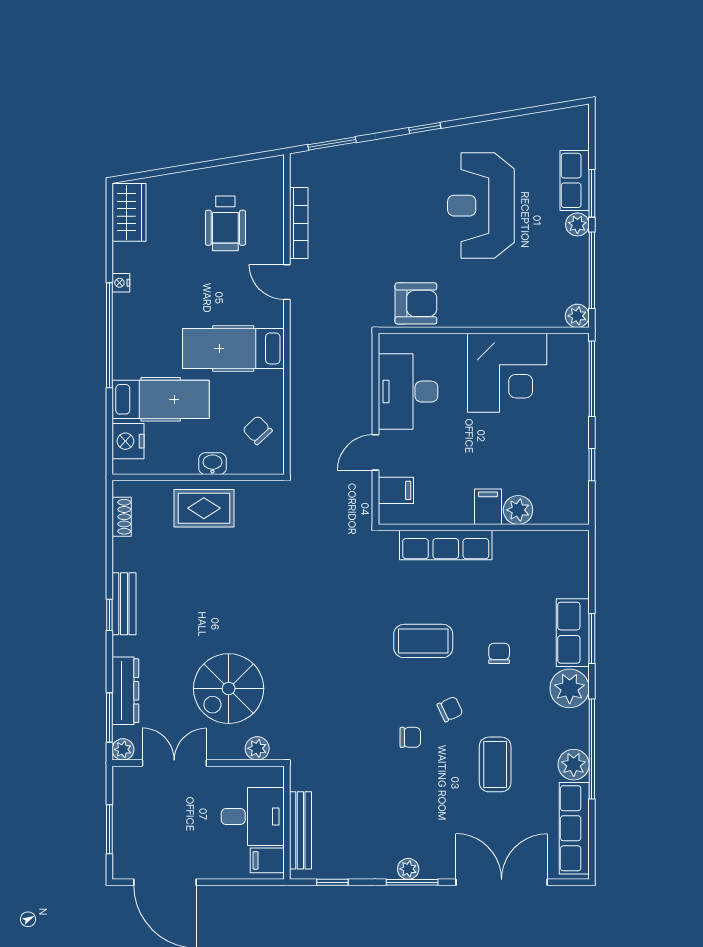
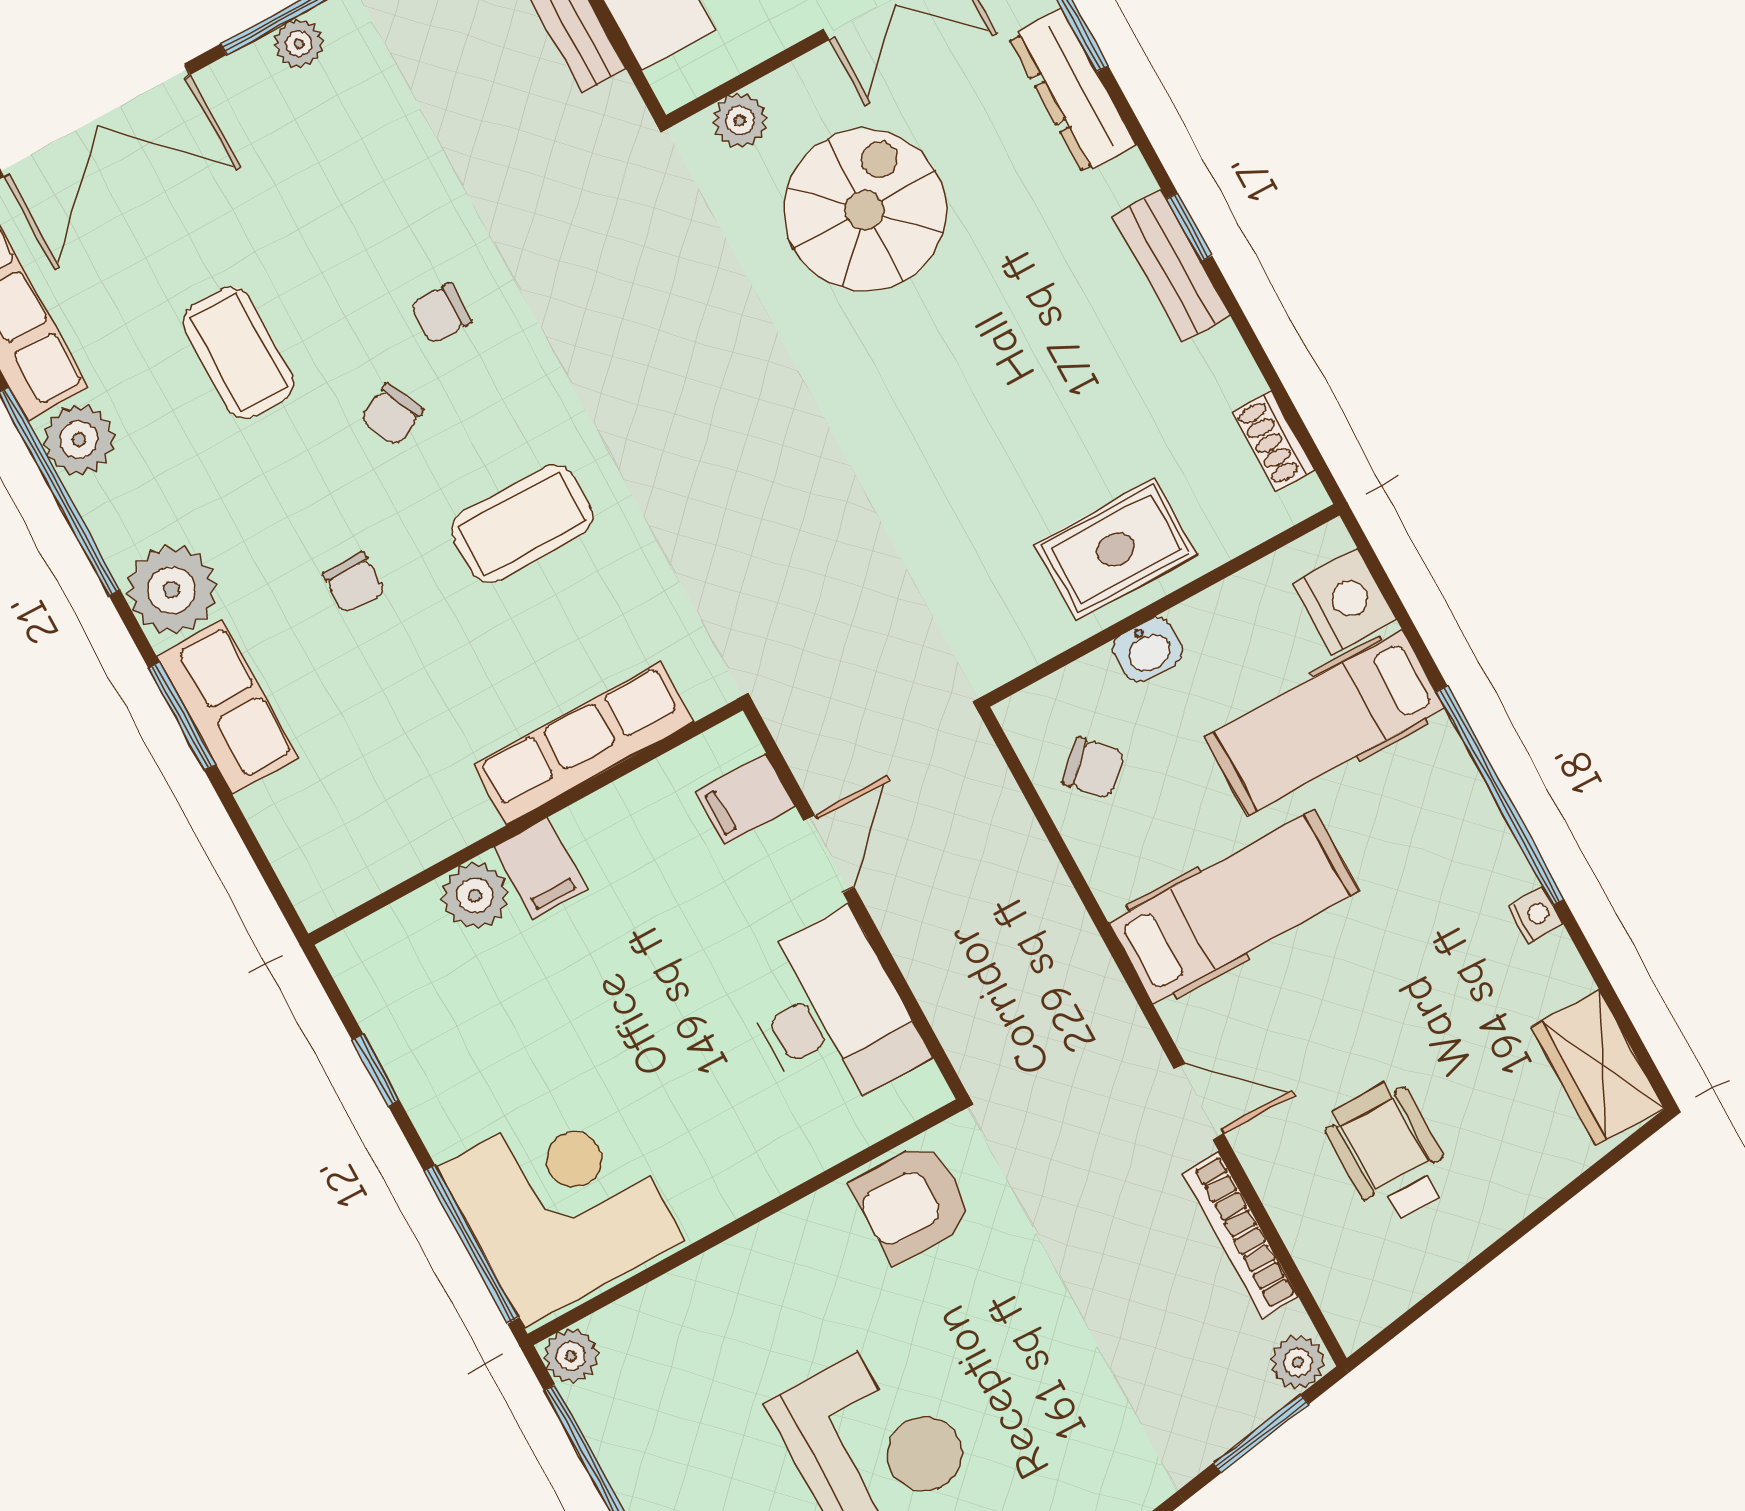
plant: (303, 163) -> (1298, 1362), added
corner desk: (507, 373) -> (561, 1204), moved, turned 90

